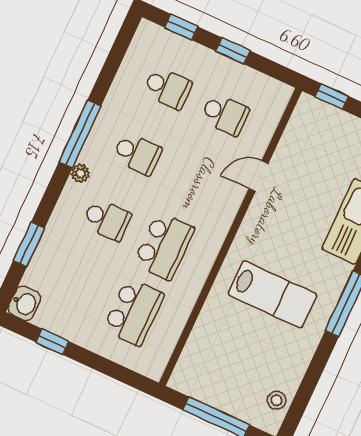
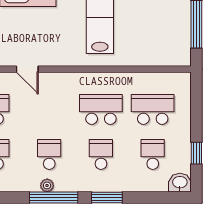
plant: (80, 173) -> (47, 185), moved
window: (29, 244) -> (107, 197), moved
school desk: (76, 285) -> (153, 154), added

